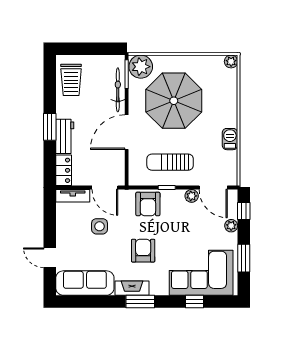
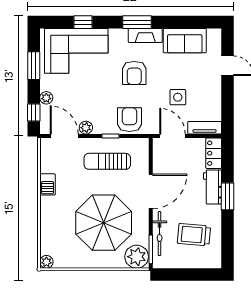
trolley: (71, 80) -> (194, 235), moved, turned -85
sun lounger: (170, 162) -> (107, 161), turned 180
sofa: (85, 283) -> (185, 41), width x0.73

